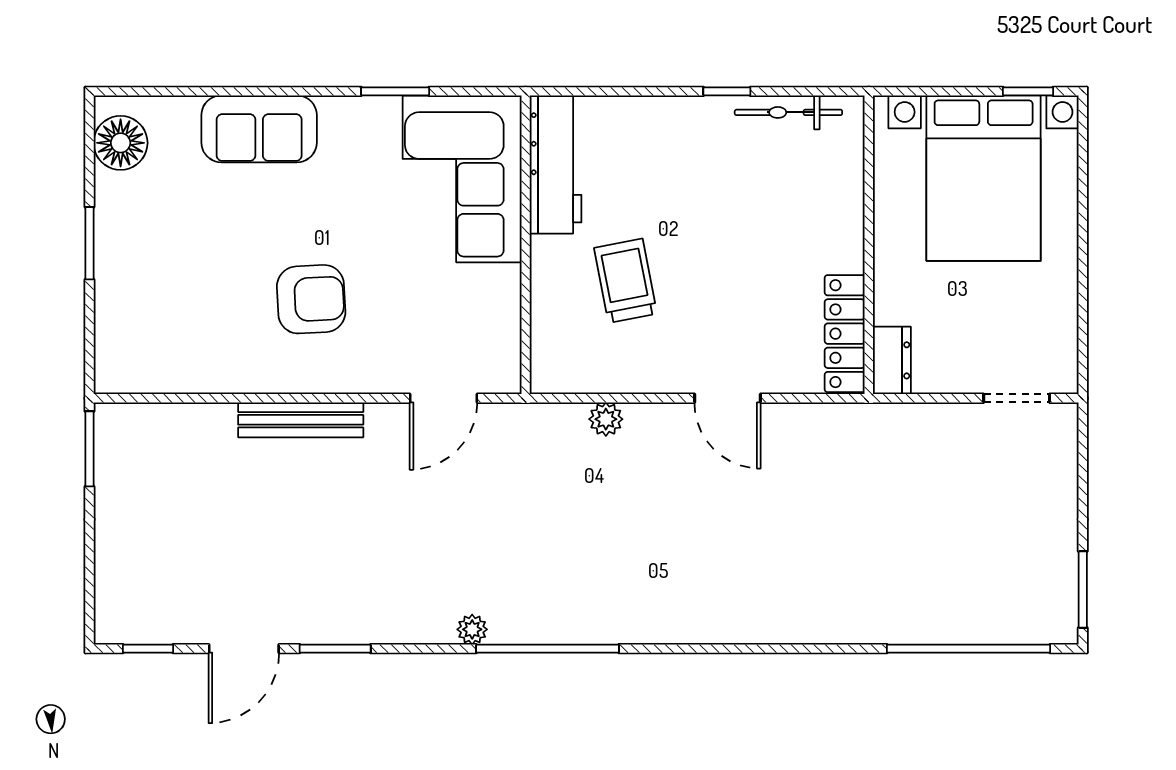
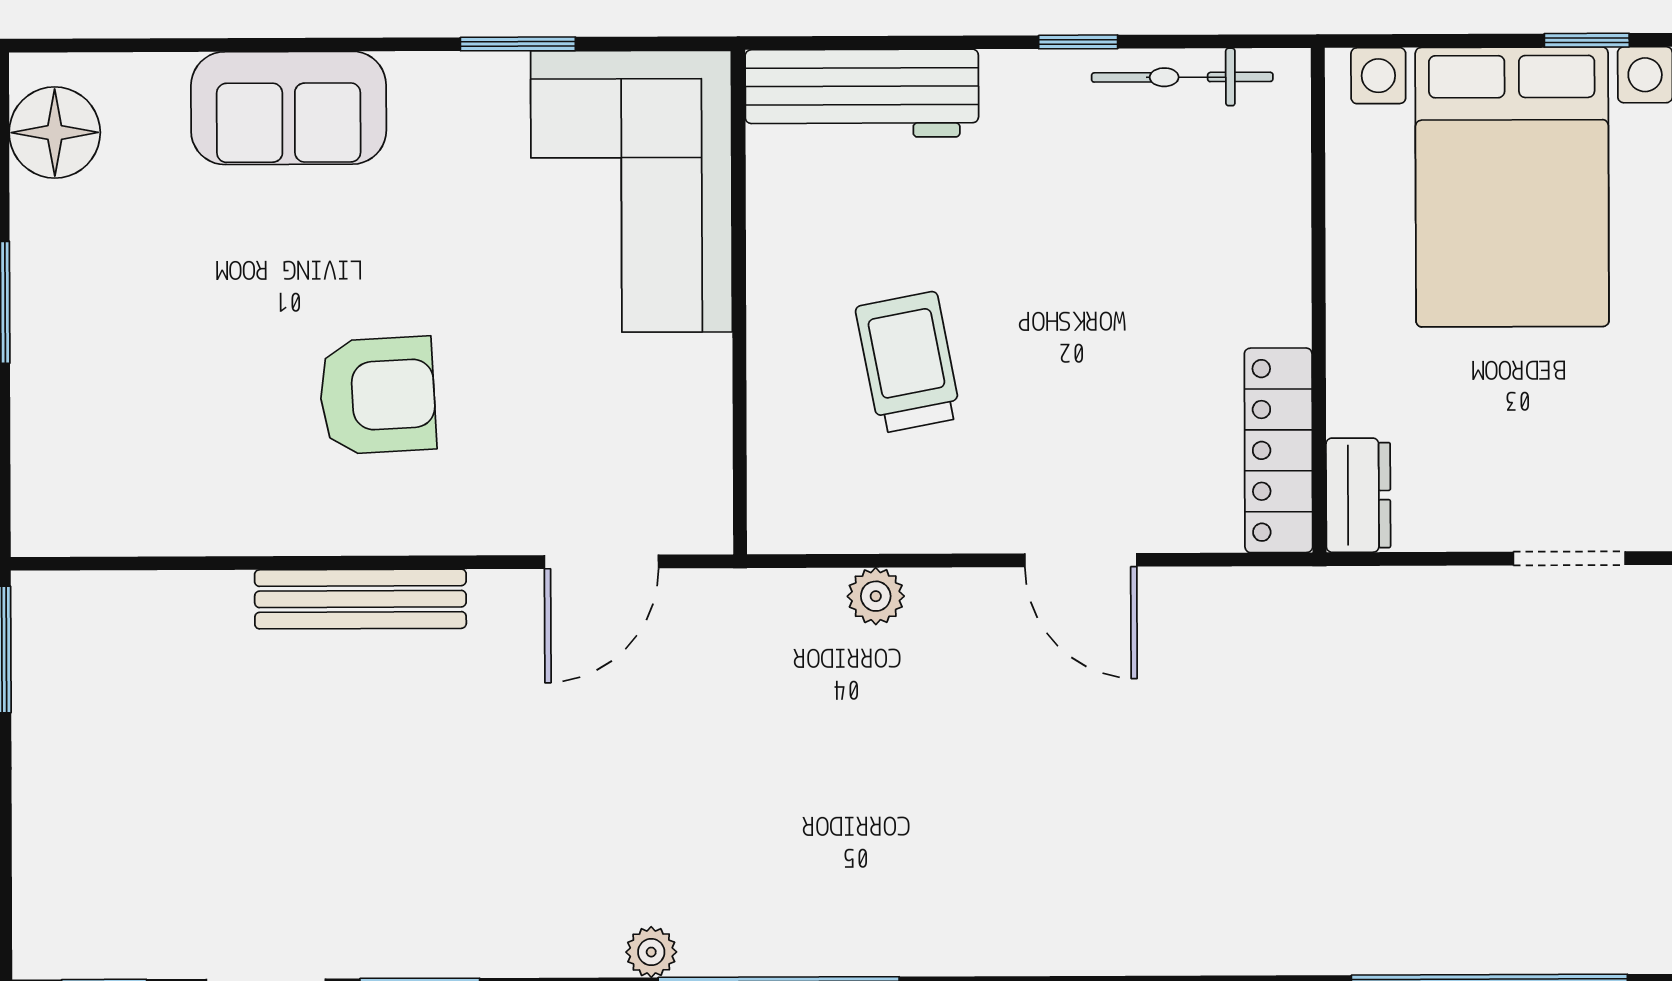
workbench: (556, 164) -> (862, 93), moved, turned 90

